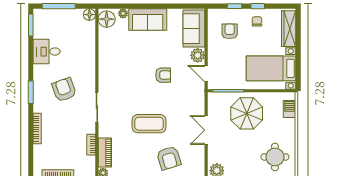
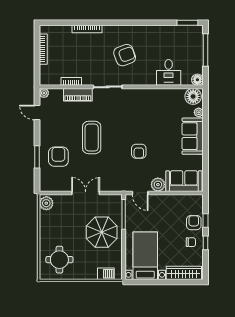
armchair: (230, 31) -> (194, 223), moved, turned -90
desk: (47, 52) -> (169, 72), moved, turned 180
door: (206, 74) -> (140, 193), swing flipped
window: (31, 92) -> (122, 23), removed
piano: (105, 152) -> (78, 95), moved
armchair: (169, 158) -> (58, 157), turned 107

